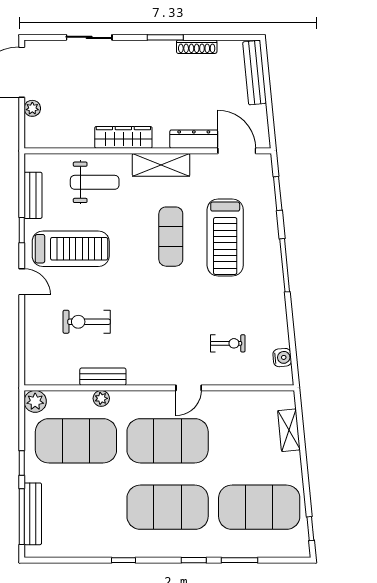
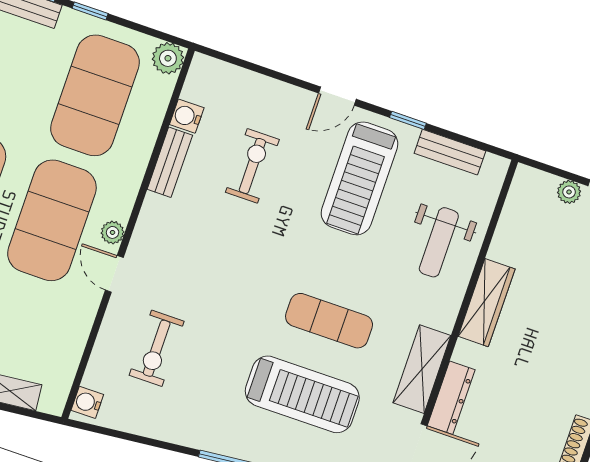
shelving: (161, 165) -> (422, 369), moved
treadmill: (225, 237) -> (302, 394), turned 180
exercise bike: (228, 343) -> (157, 348), width x1.38, depth x1.39
water cooler: (282, 358) -> (87, 402), moved, turned 96
water cooler: (69, 376) -> (187, 116), added
plant: (101, 398) -> (113, 232), moved

